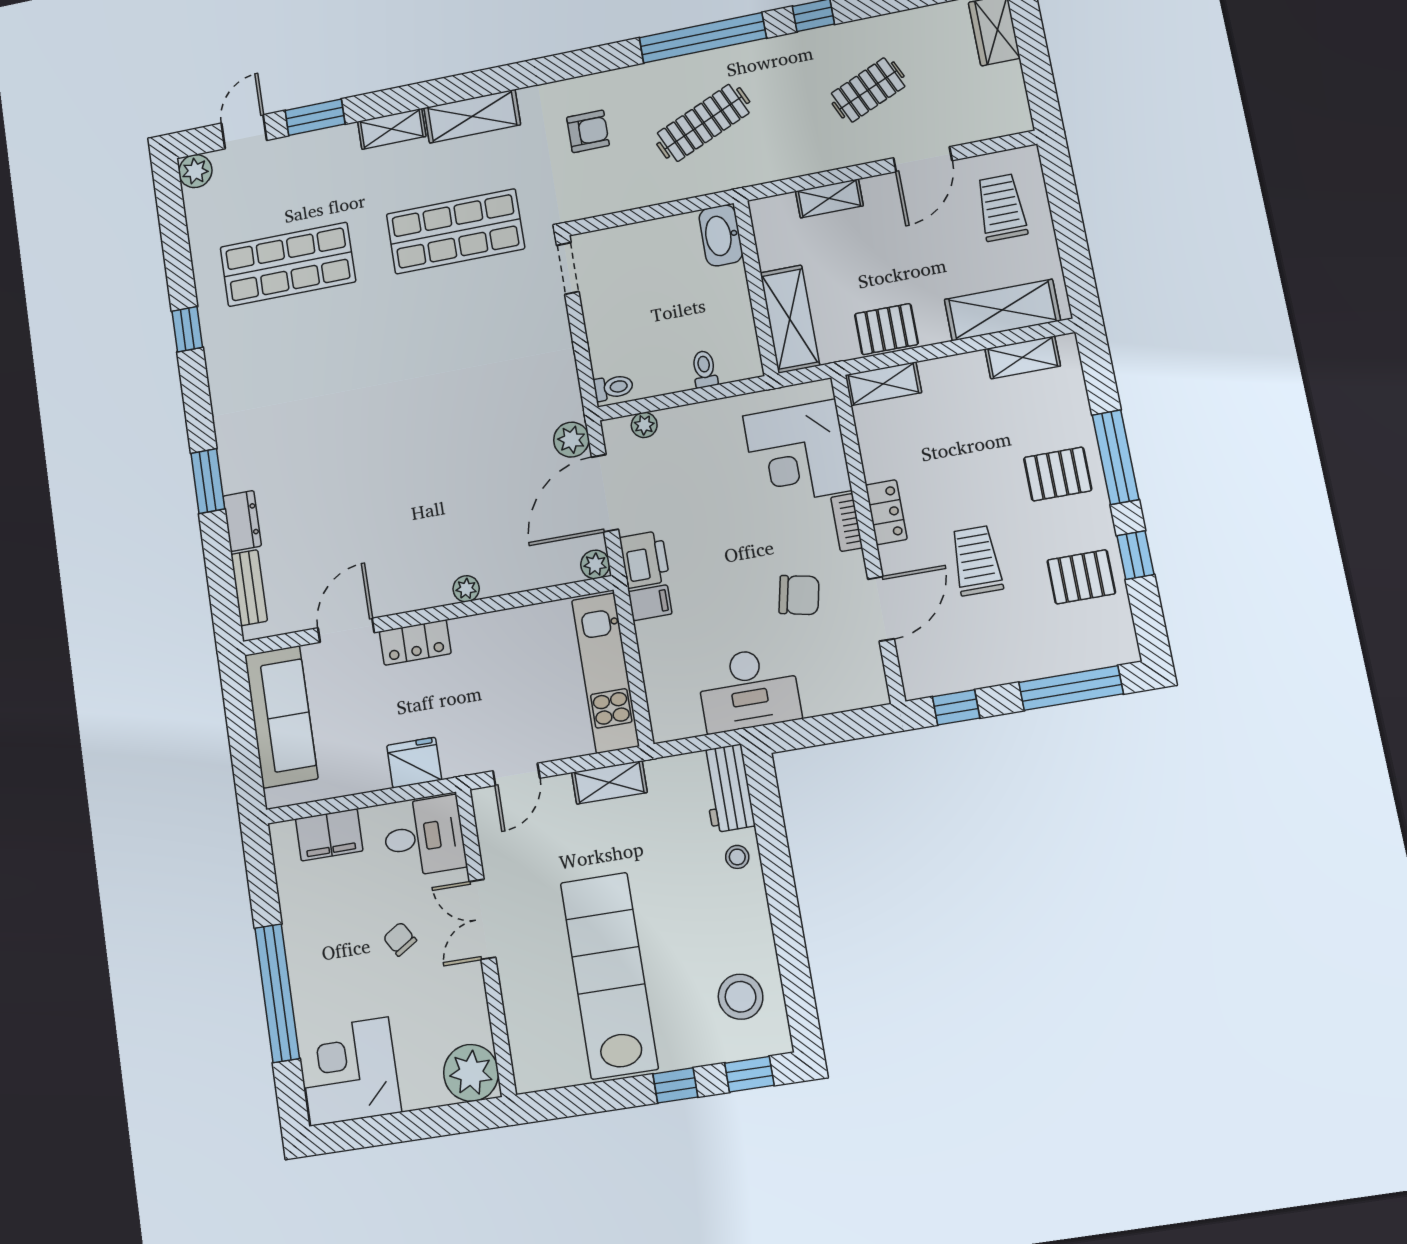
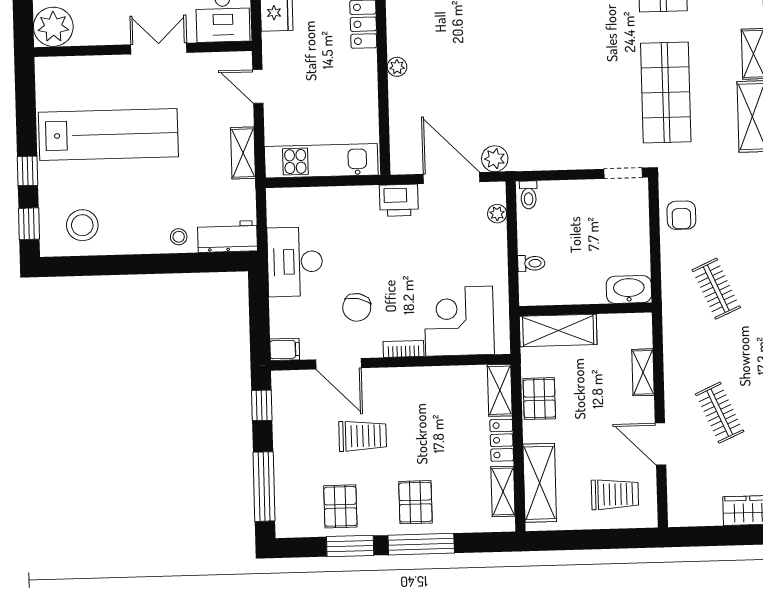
clothes rail: (703, 123) -> (716, 289), width x0.73
armchair: (588, 131) -> (681, 215), moved
locker: (886, 512) -> (502, 440), moved, turned 90
window: (1135, 555) -> (350, 546), width x1.50
plant: (595, 564) -> (401, 164), removed
filing cabinet: (650, 603) -> (285, 349), moved, turned -90

